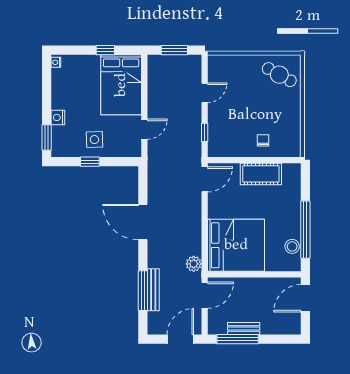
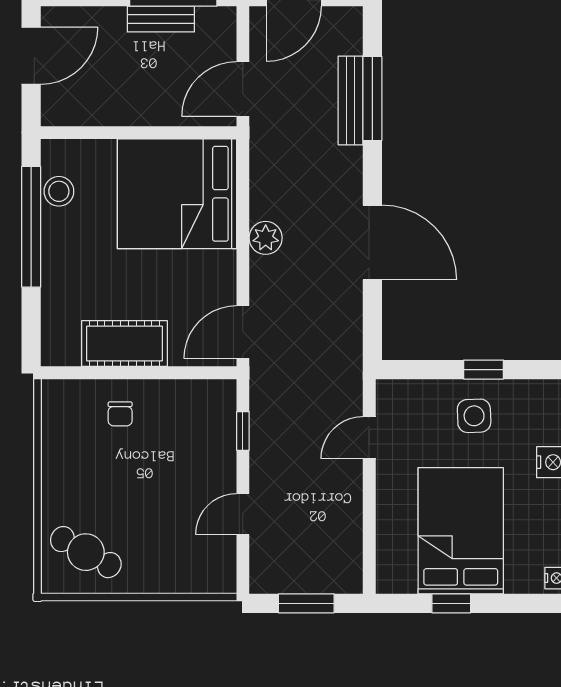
bed: (121, 85) -> (461, 531), moved
plant: (194, 264) -> (266, 238), moved
door: (305, 298) -> (31, 56), moved

